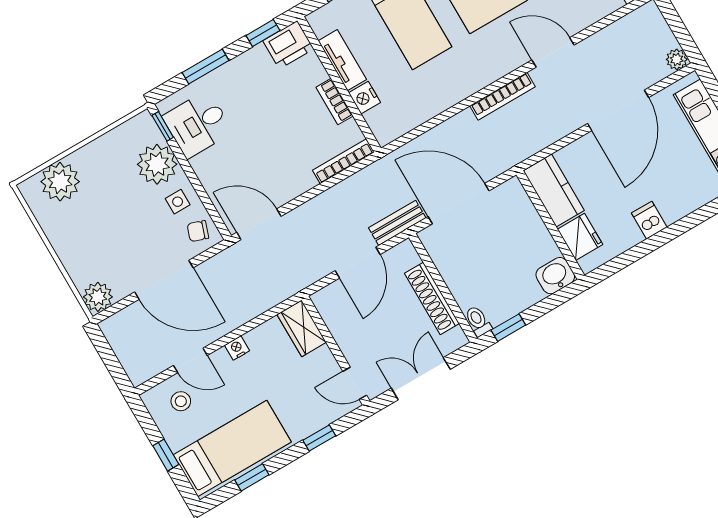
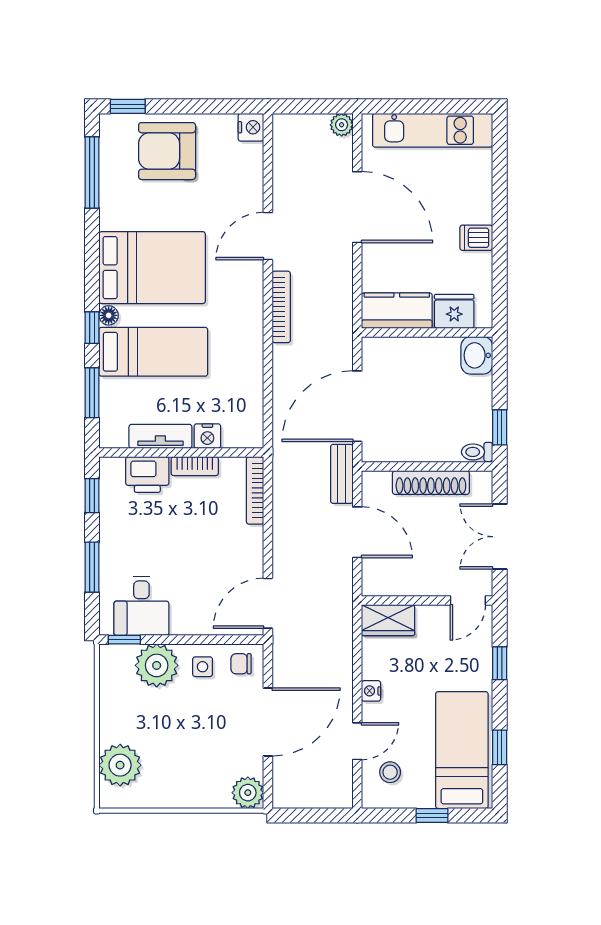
printer: (288, 45) -> (147, 475), moved, turned 90
chair: (198, 231) -> (241, 664), turned 71

